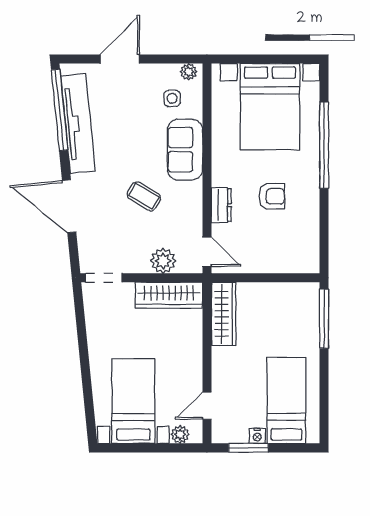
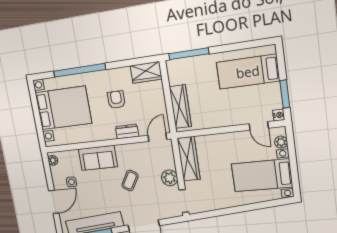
door: (120, 59) -> (54, 202), swing flipped
side table: (172, 98) -> (71, 182), moved
wardrobe: (306, 250) -> (146, 72), added
plant: (163, 261) -> (170, 178), moved
wardrobe: (224, 314) -> (180, 107), moved, turned 90
nightstand: (257, 436) -> (279, 115), moved

